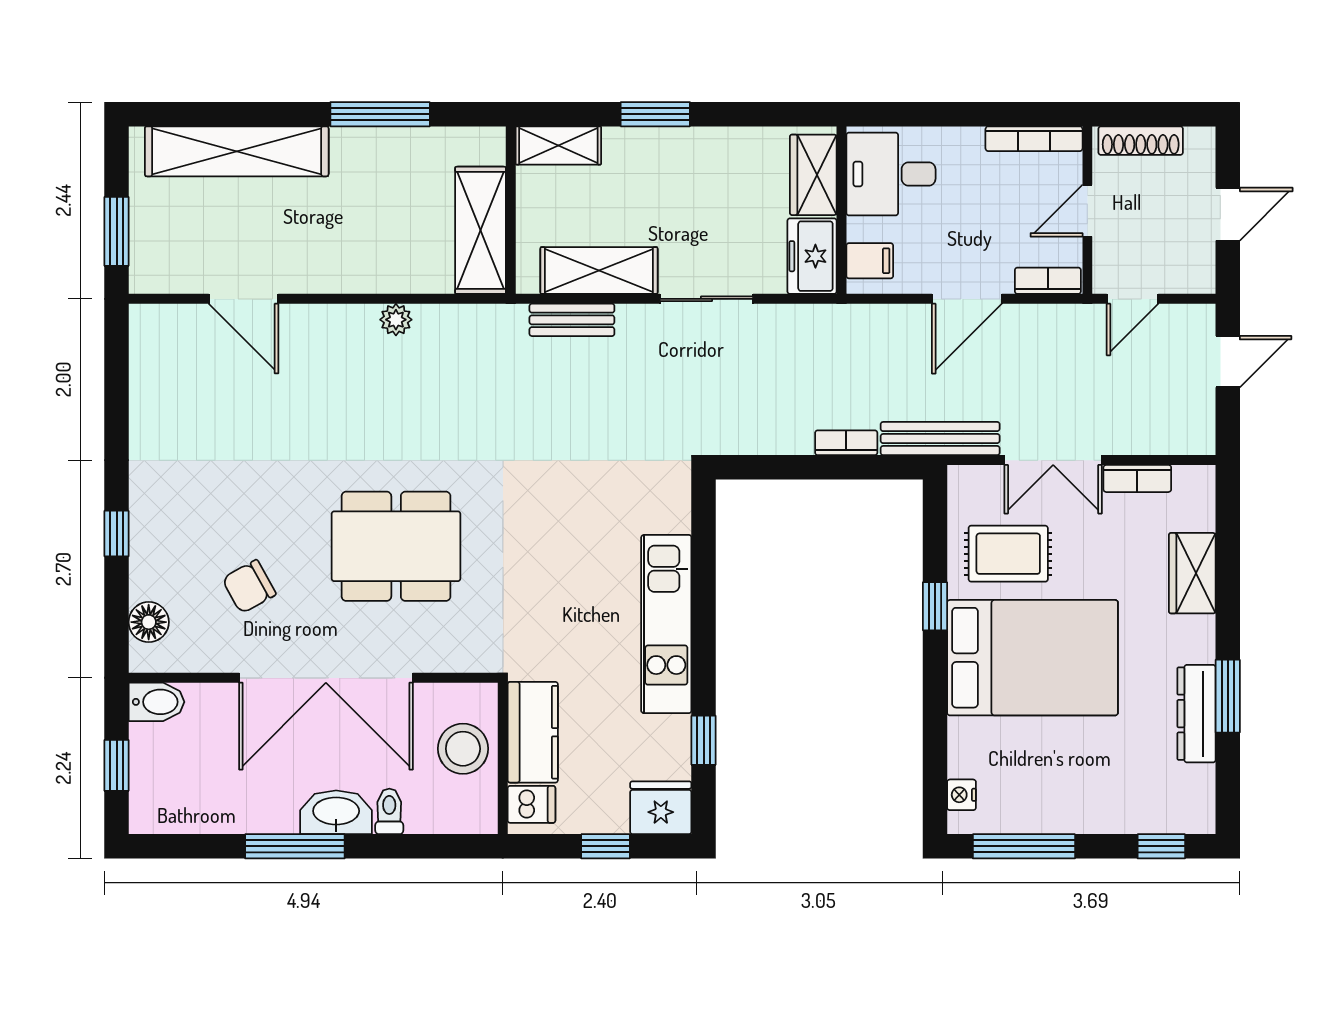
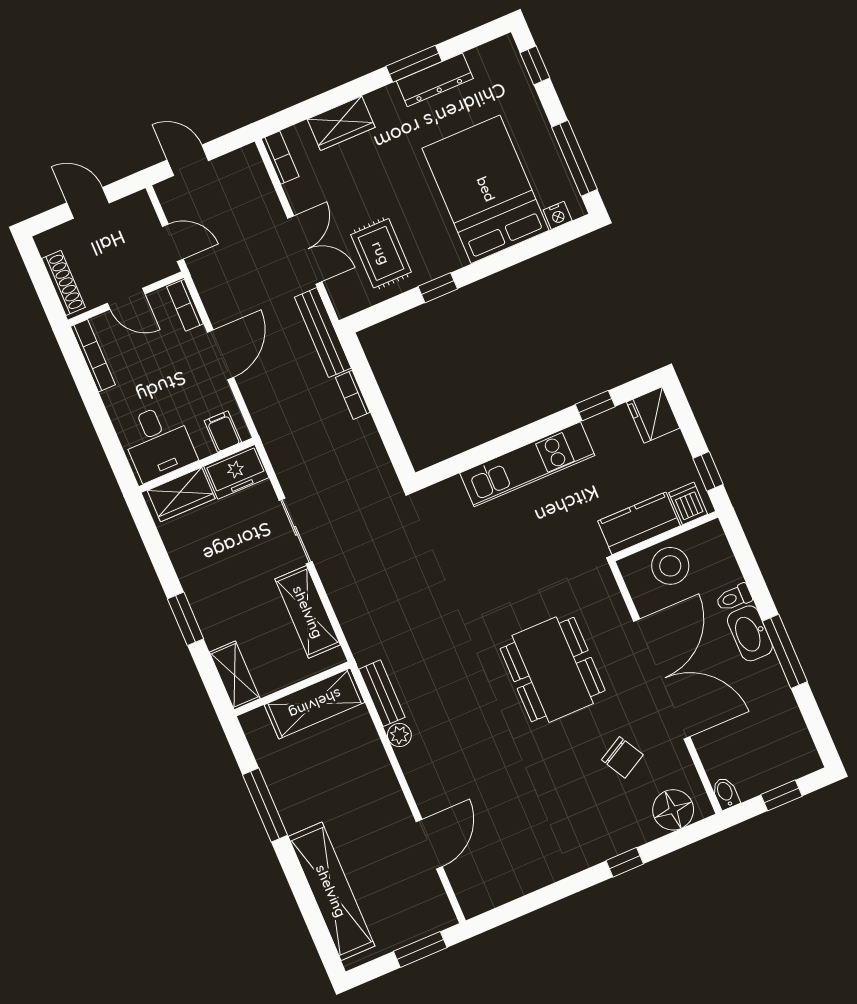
door: (967, 299) -> (221, 355), hinge flipped
bench: (572, 320) -> (382, 693), moved
bookcase: (1137, 478) -> (280, 158), moved
floor lamp: (149, 622) -> (673, 810), width x1.38, depth x1.38
bed: (1032, 658) -> (486, 189), moved
bidet: (156, 702) -> (726, 793), width x0.72, depth x0.74
window: (605, 846) -> (708, 471), moved

